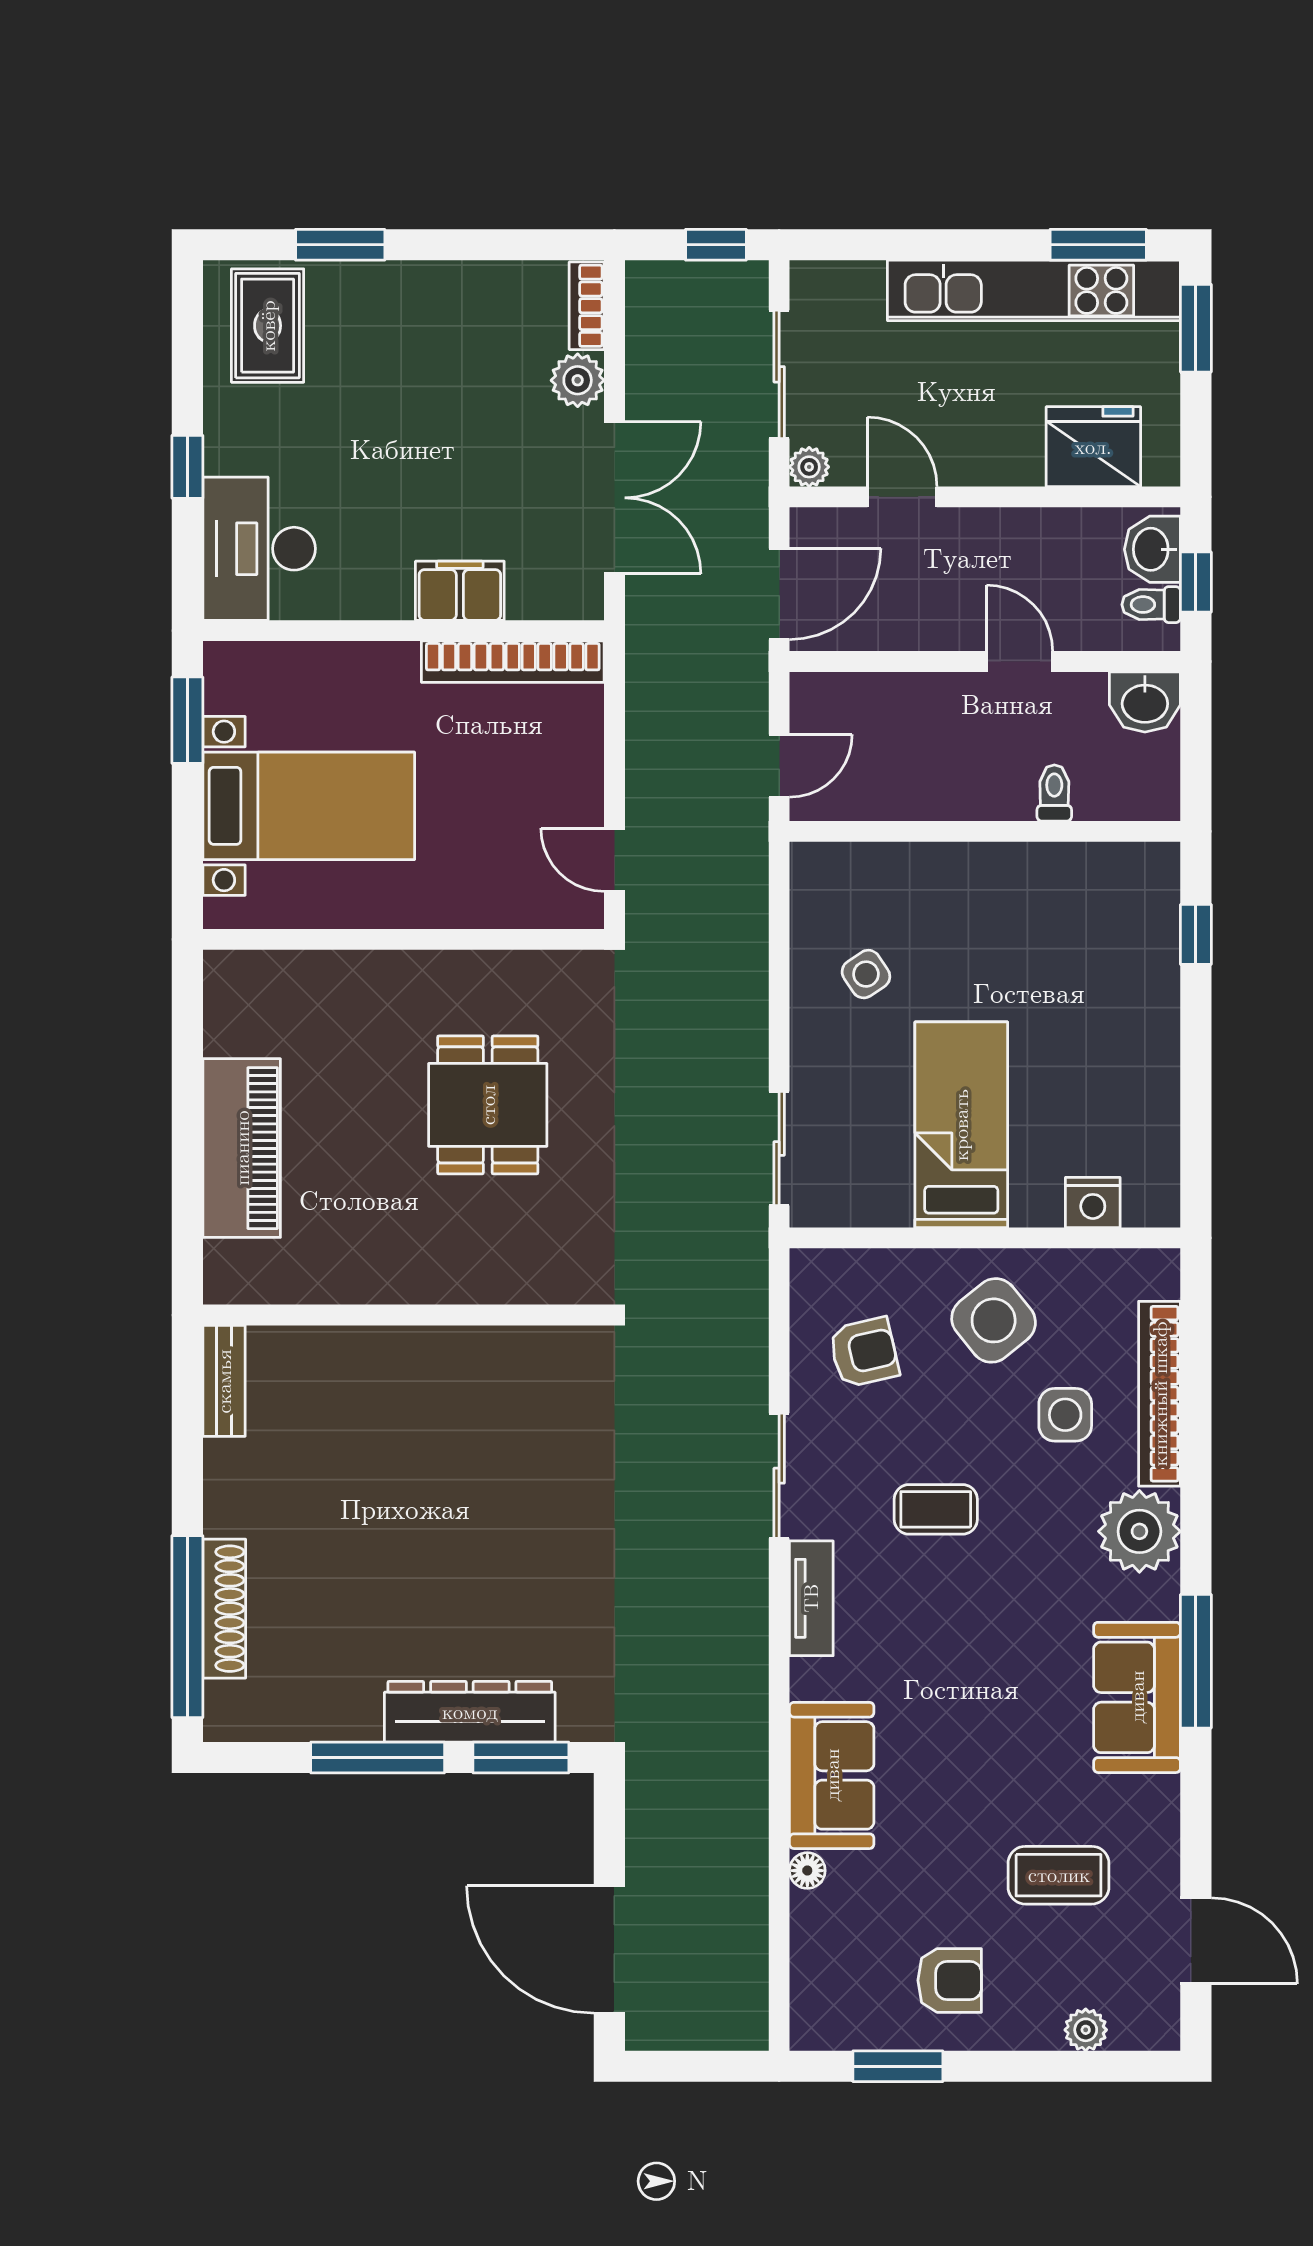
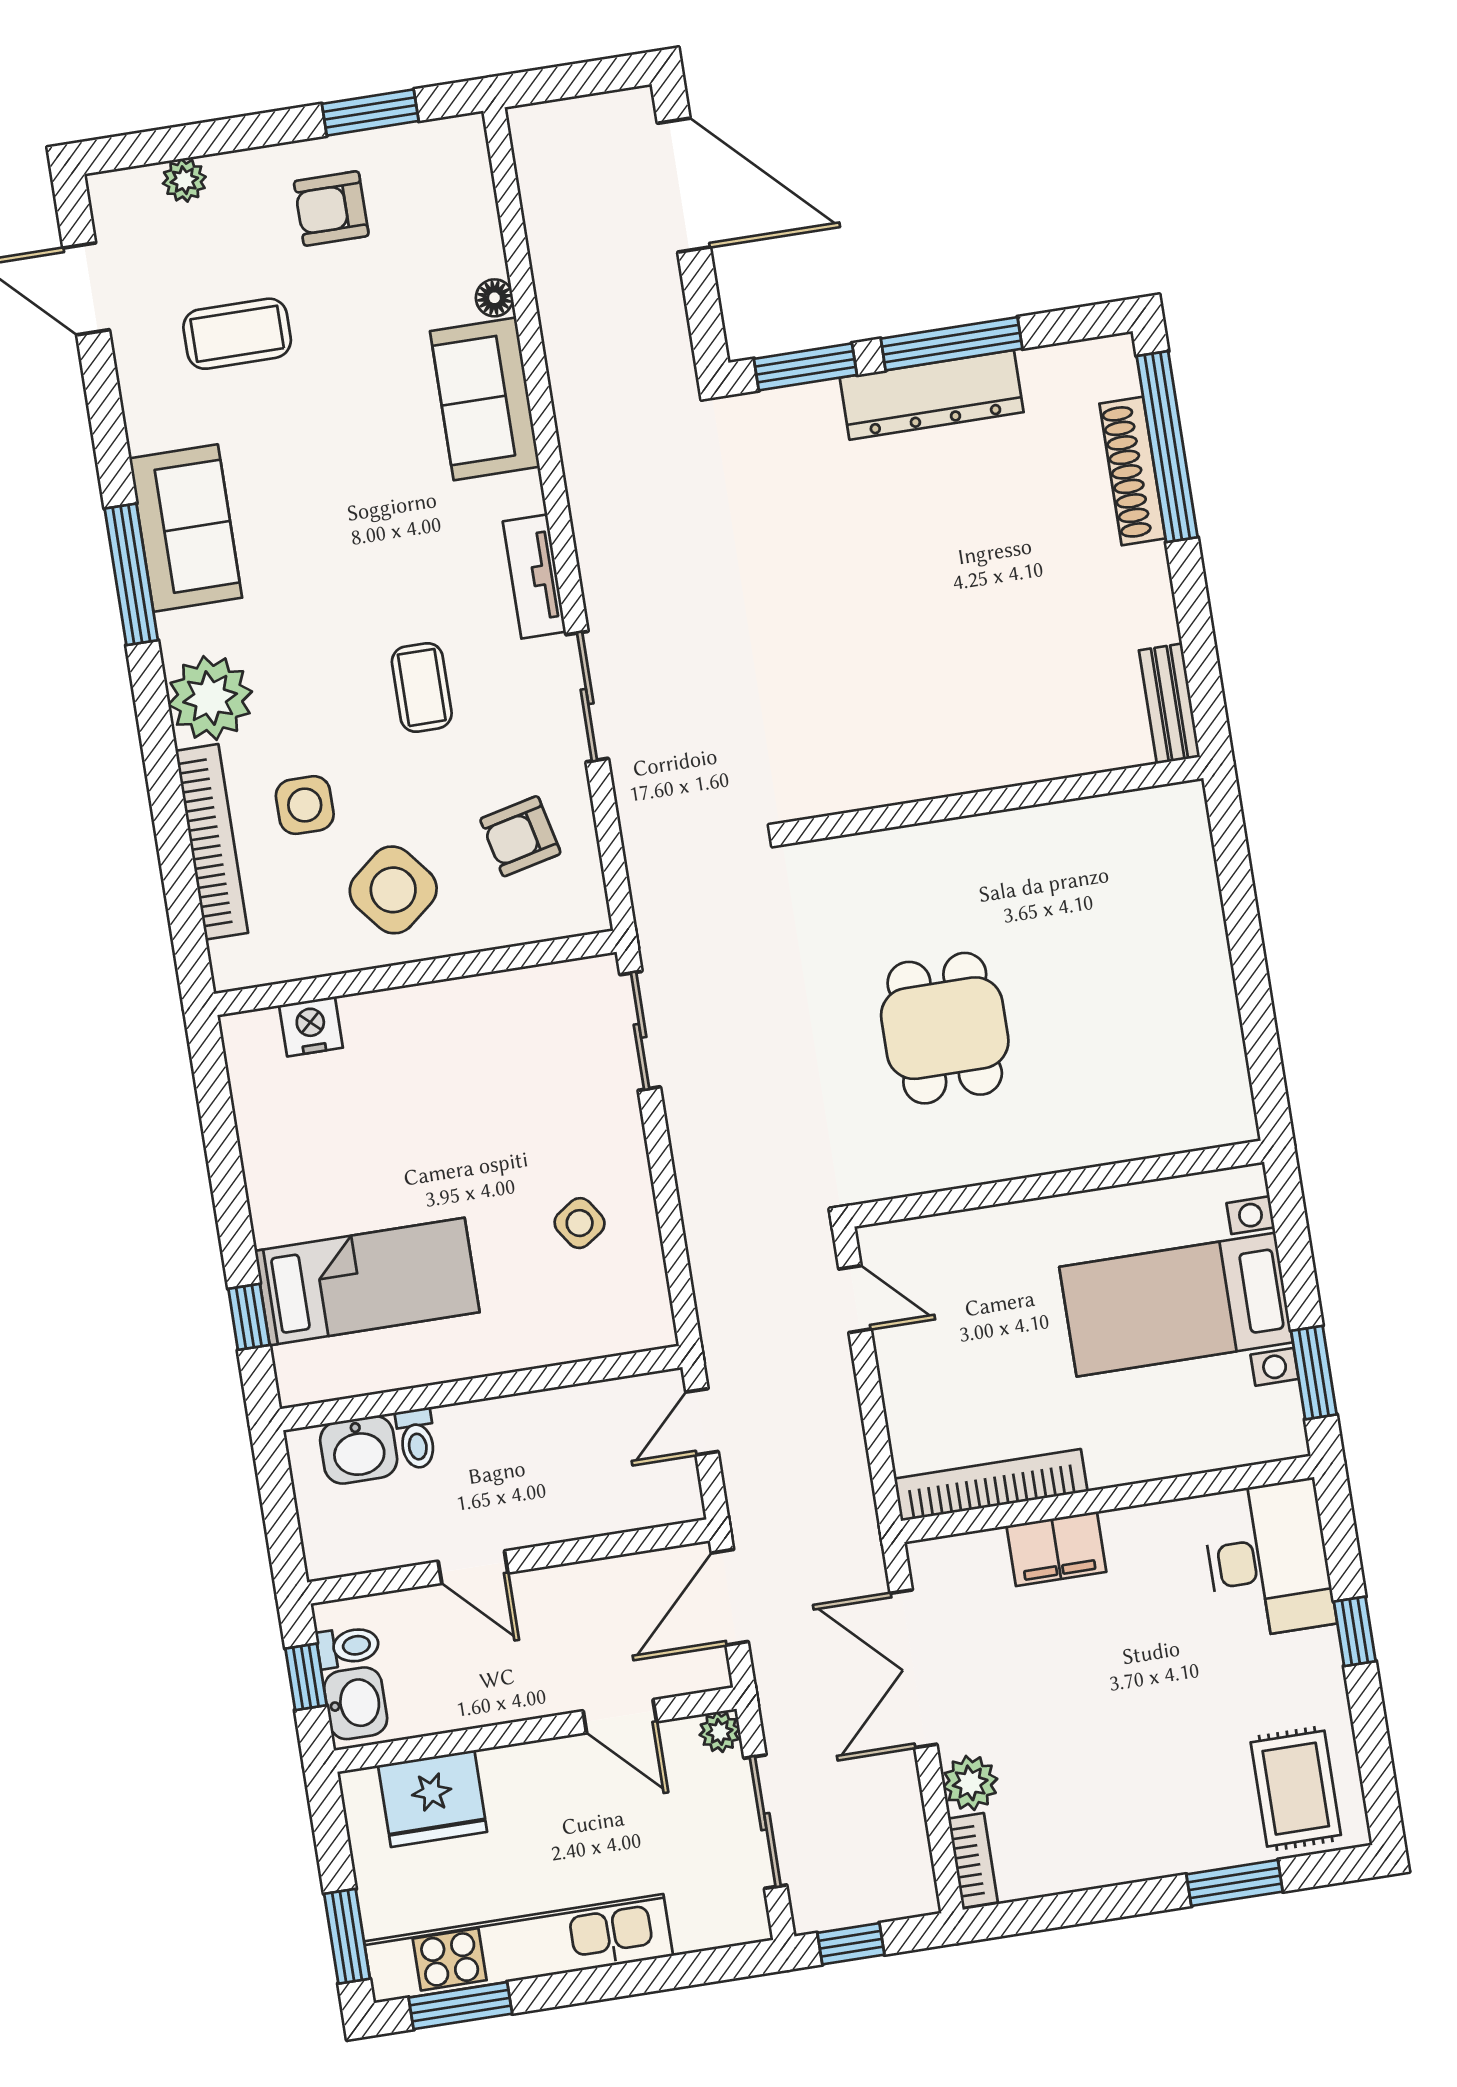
washbasin: (1145, 702) -> (359, 1450), moved, turned 180
bed: (961, 1125) -> (367, 1282), moved, turned -90
piano: (242, 1148) -> (1189, 944), removed
coffee table: (936, 1509) -> (422, 687), turned 90
dresser: (470, 1712) -> (932, 395), moved

